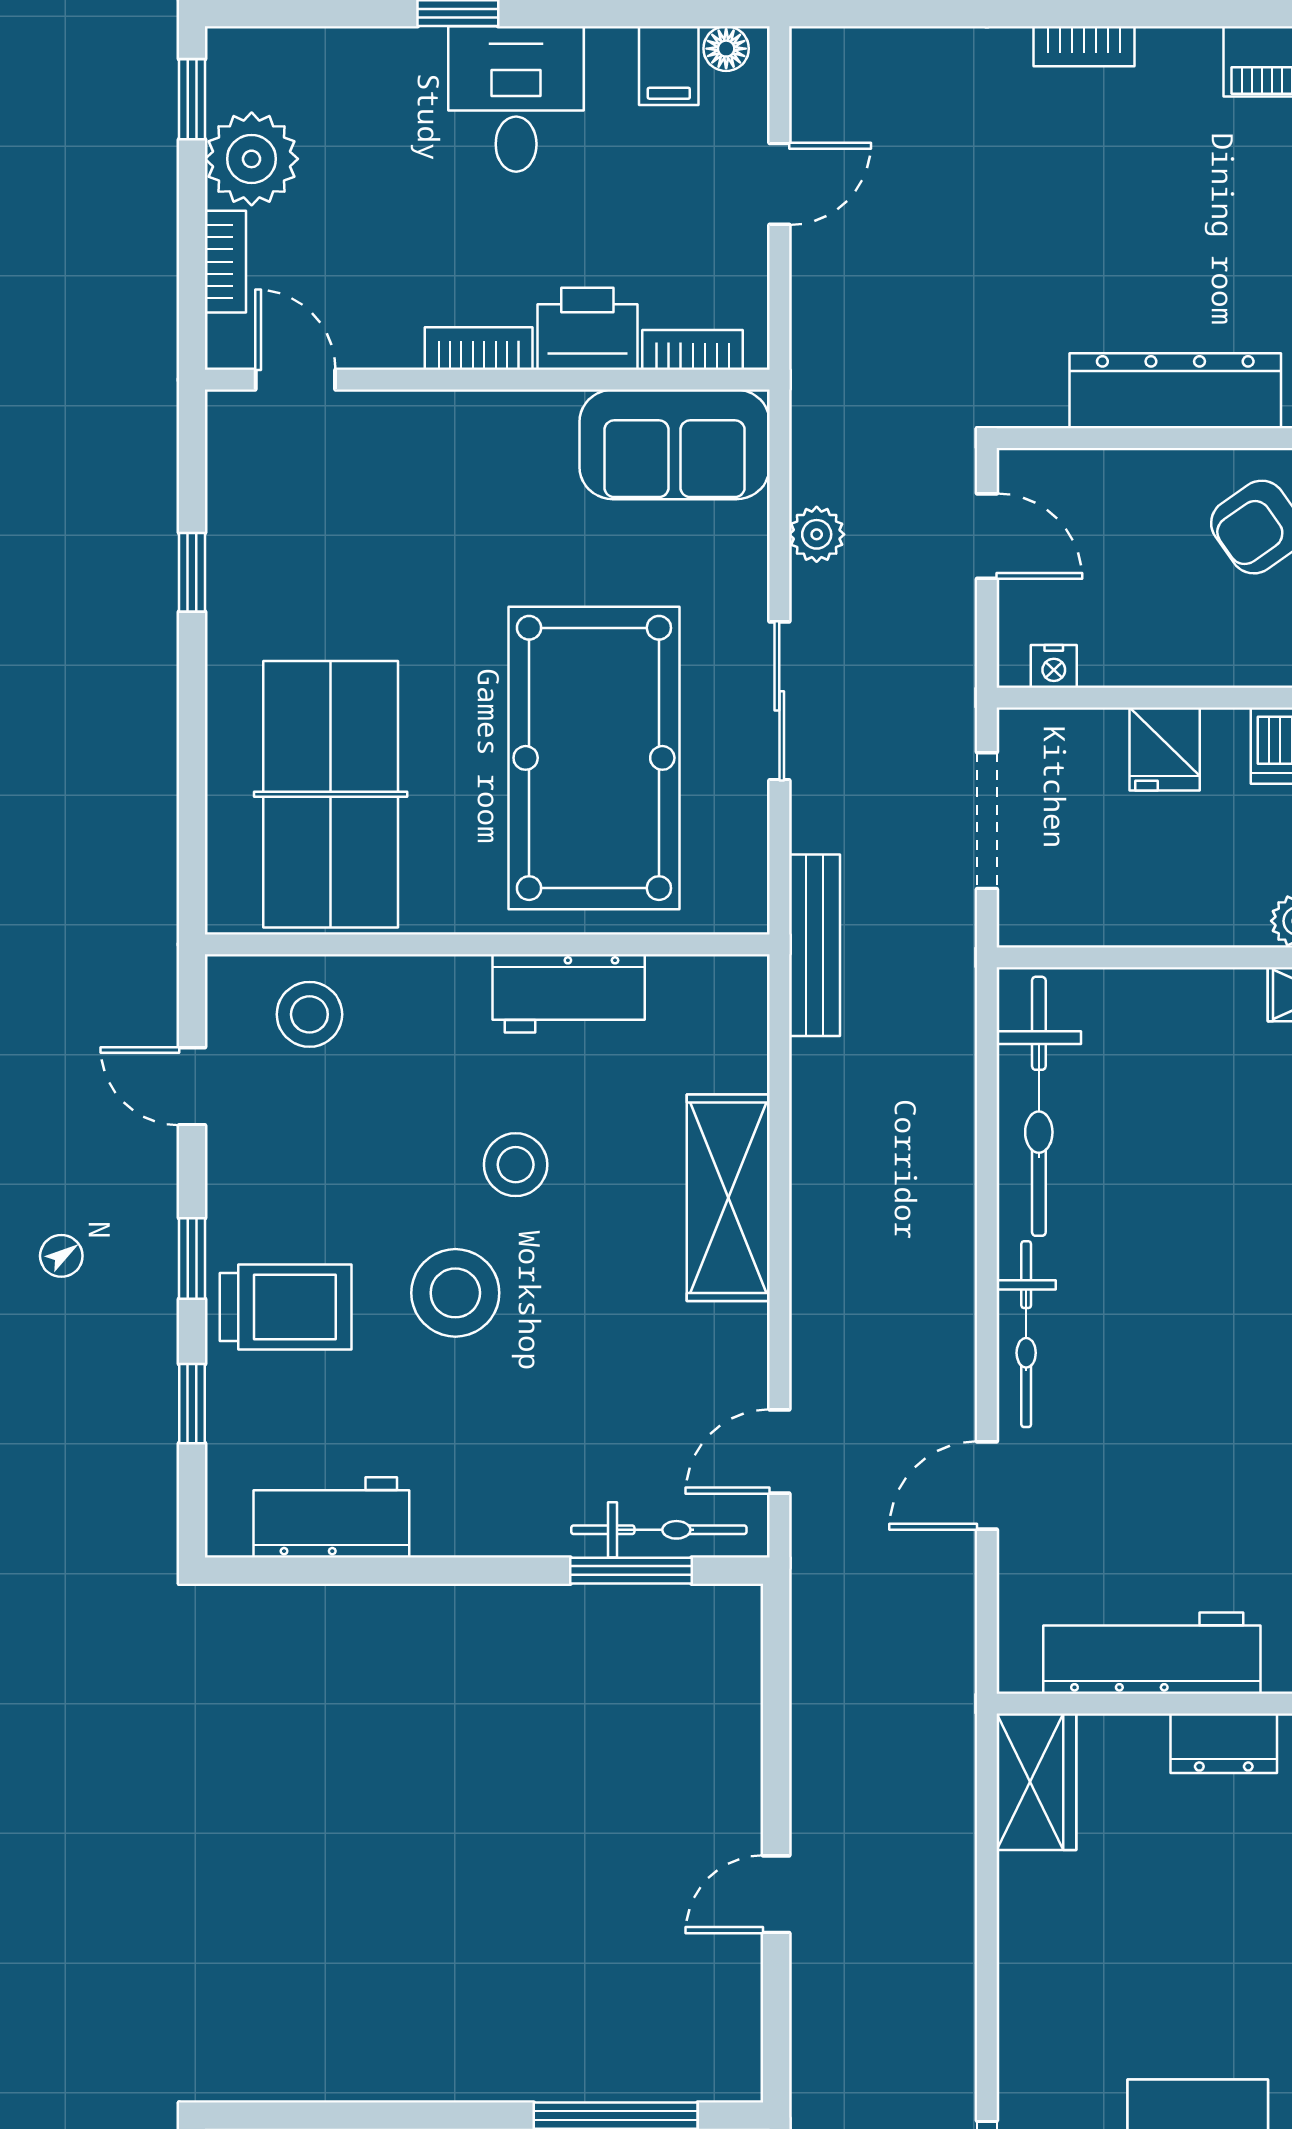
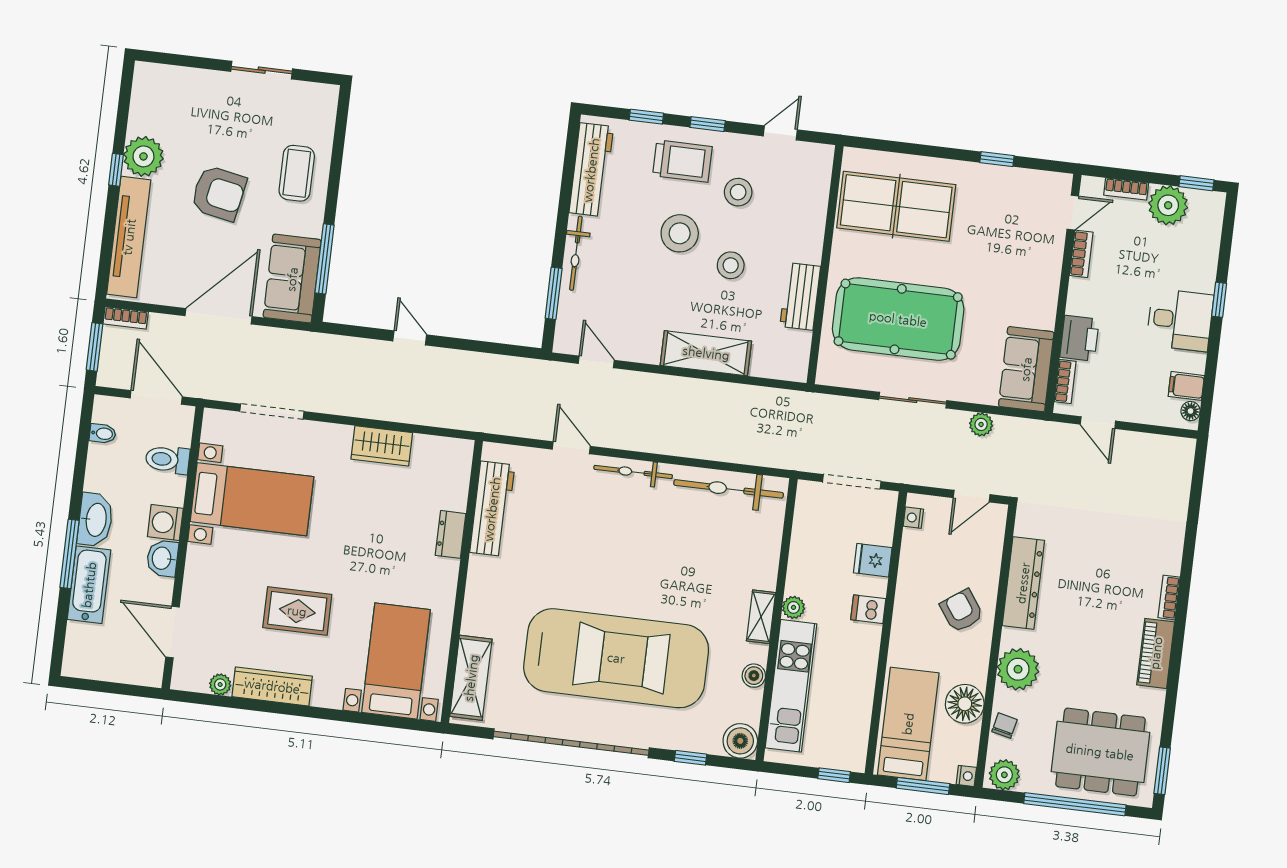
bookcase: (1084, 46) -> (1169, 597), moved
door: (779, 184) -> (1098, 423), moved
bookcase: (479, 349) -> (1081, 254), moved
bench: (814, 945) -> (808, 403), removed
stool: (309, 1014) -> (738, 192), moved
trolley: (286, 1307) -> (682, 161), turned -90
workbench: (331, 1517) -> (591, 170), width x1.37
bicycle: (659, 1530) -> (576, 253), moved
wardrobe: (1036, 1782) -> (382, 446), moved

